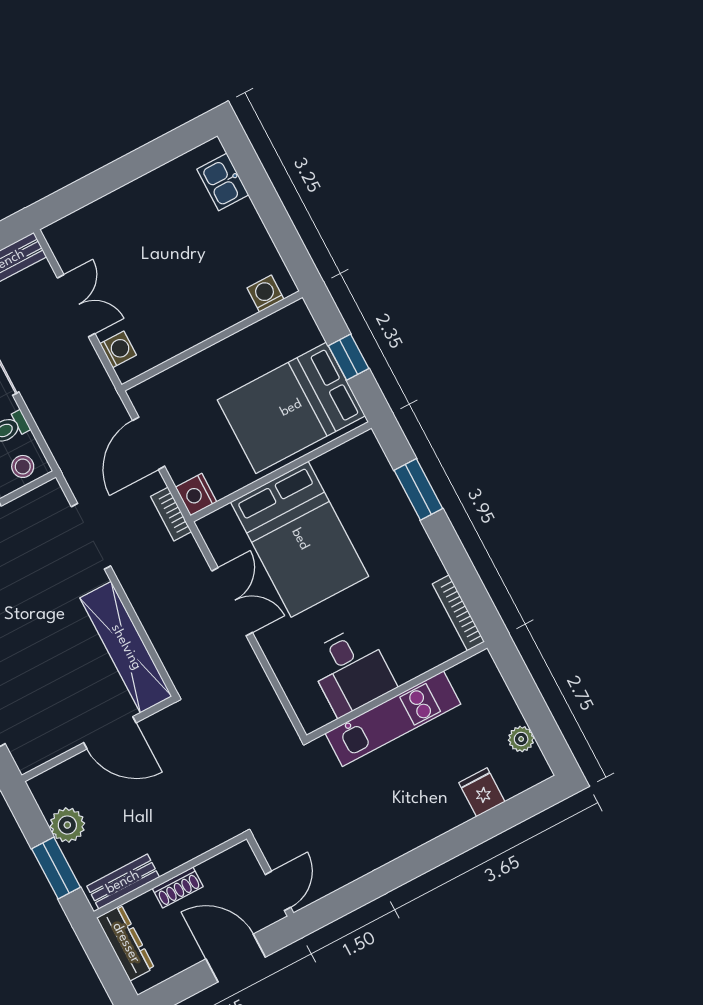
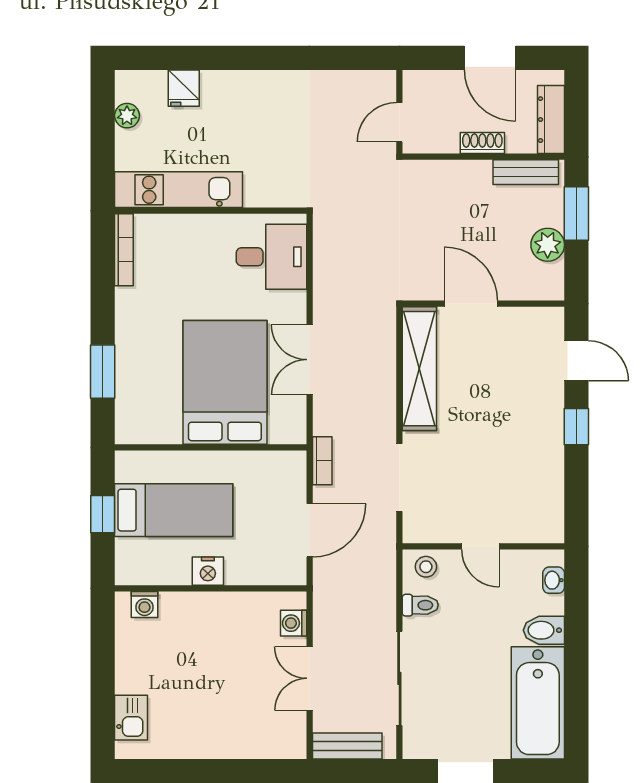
bed: (291, 408) -> (174, 510), width x0.67
nightstand: (196, 495) -> (208, 571), moved, turned 90
desk: (351, 671) -> (271, 257), moved, turned 90
kitchen unit: (393, 719) -> (179, 190), moved
door: (278, 891) -> (399, 122), moved
door: (236, 958) -> (490, 58), moved

